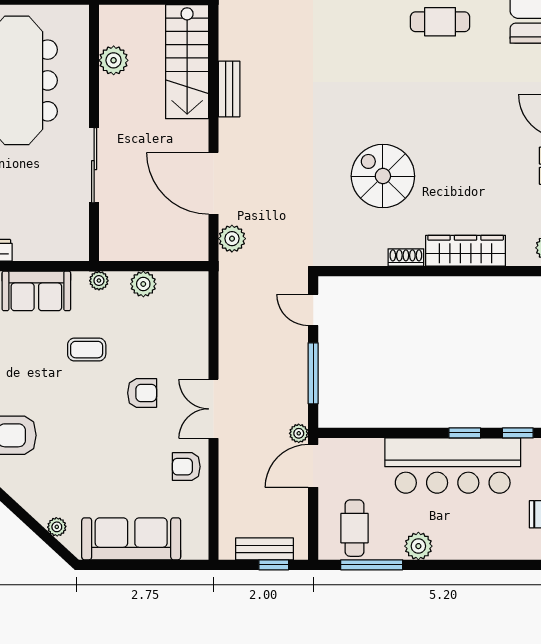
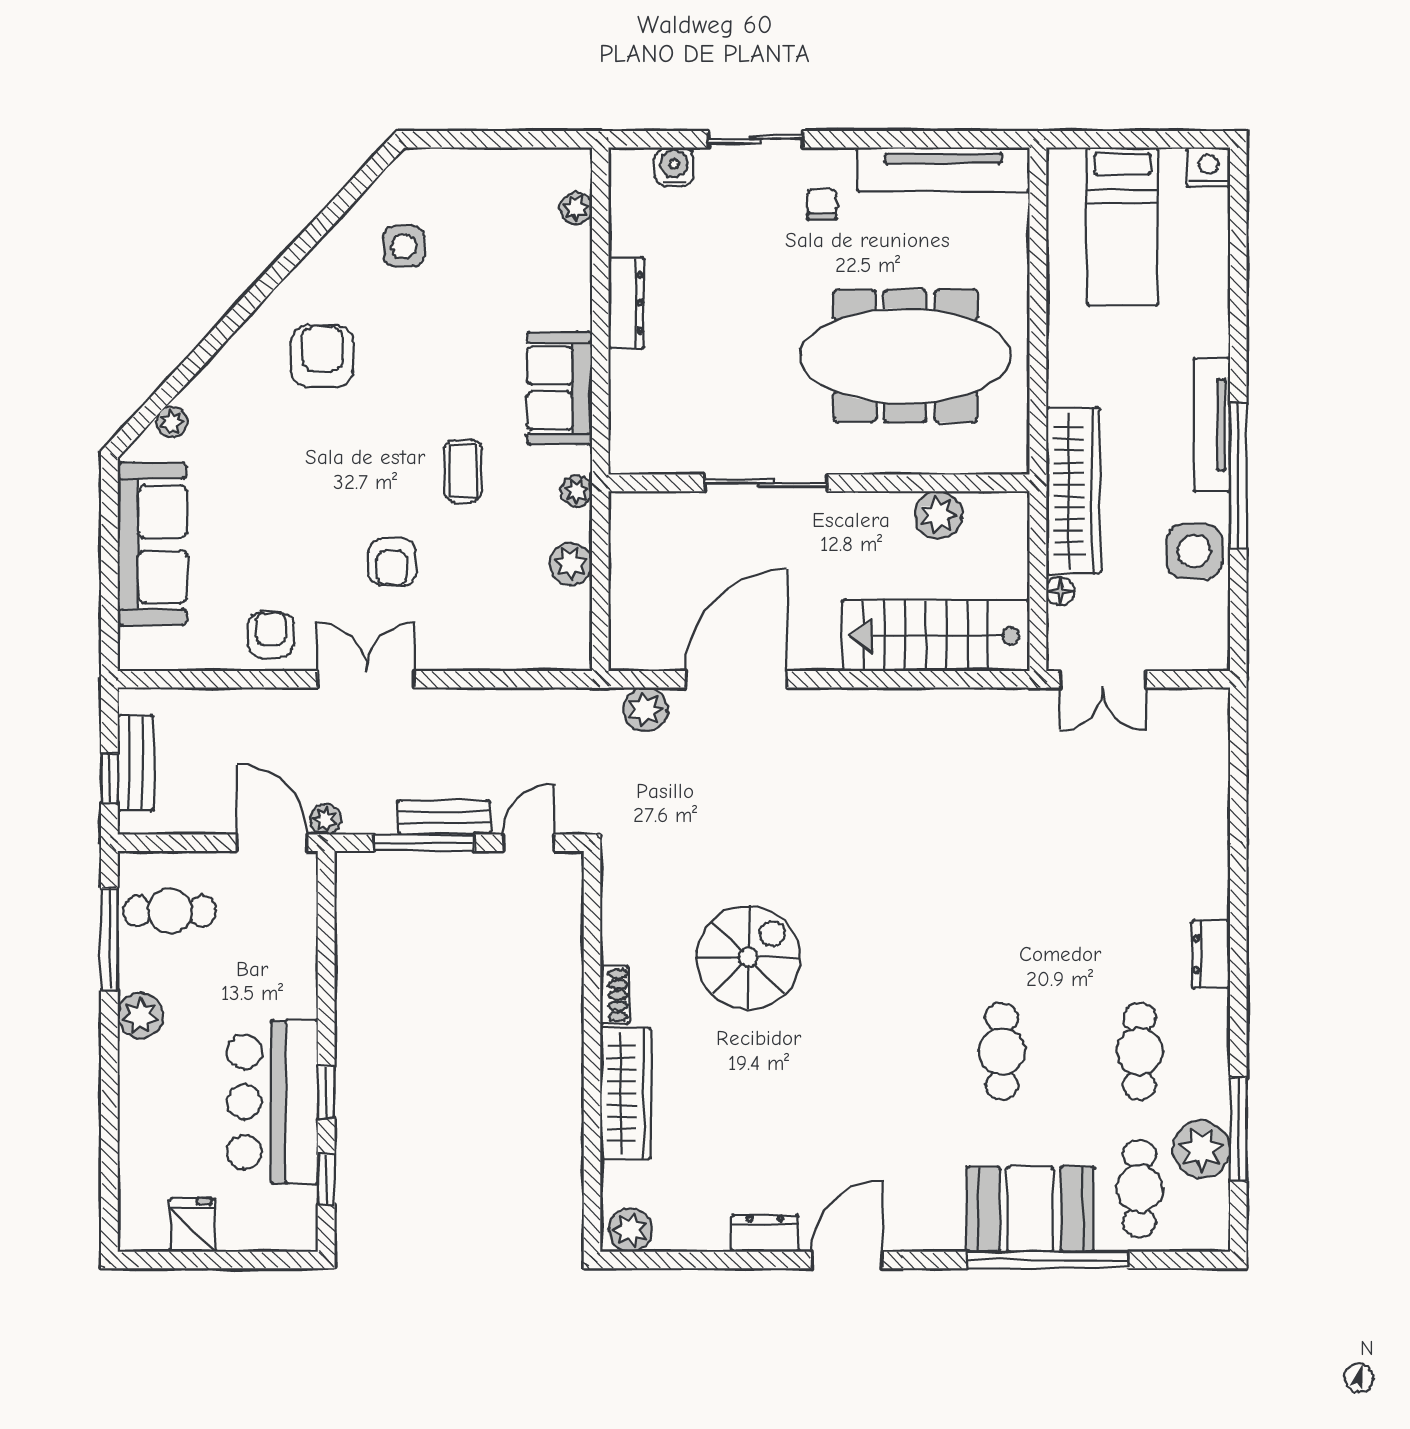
bench: (229, 89) -> (444, 817), moved
bar counter: (453, 466) -> (273, 1102), width x0.73

